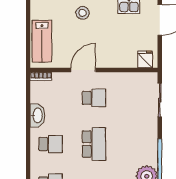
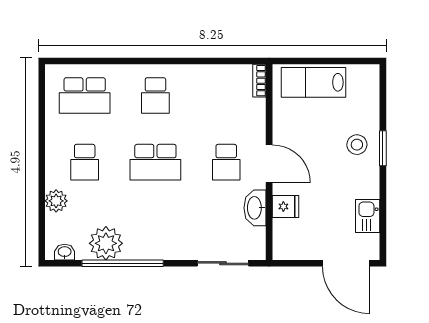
fridge: (145, 59) -> (286, 206), moved
door: (83, 70) -> (269, 164), moved
washbasin: (37, 115) -> (255, 208), moved, turned 90

